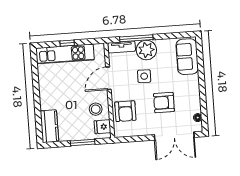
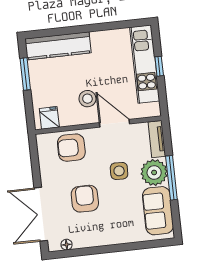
window: (136, 38) -> (171, 178), moved
sofa: (187, 57) -> (158, 211), moved, turned -90
stool: (96, 109) -> (87, 99), moved
kitchen counter: (49, 126) -> (58, 46), width x1.50
window: (83, 143) -> (25, 74), moved

